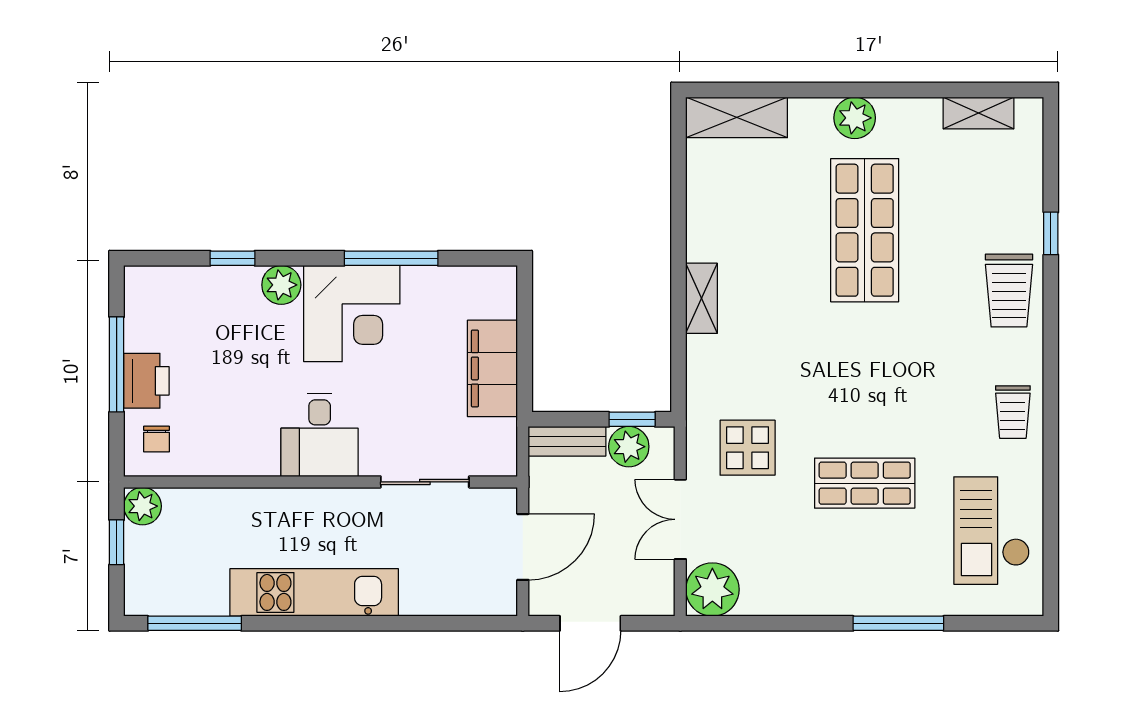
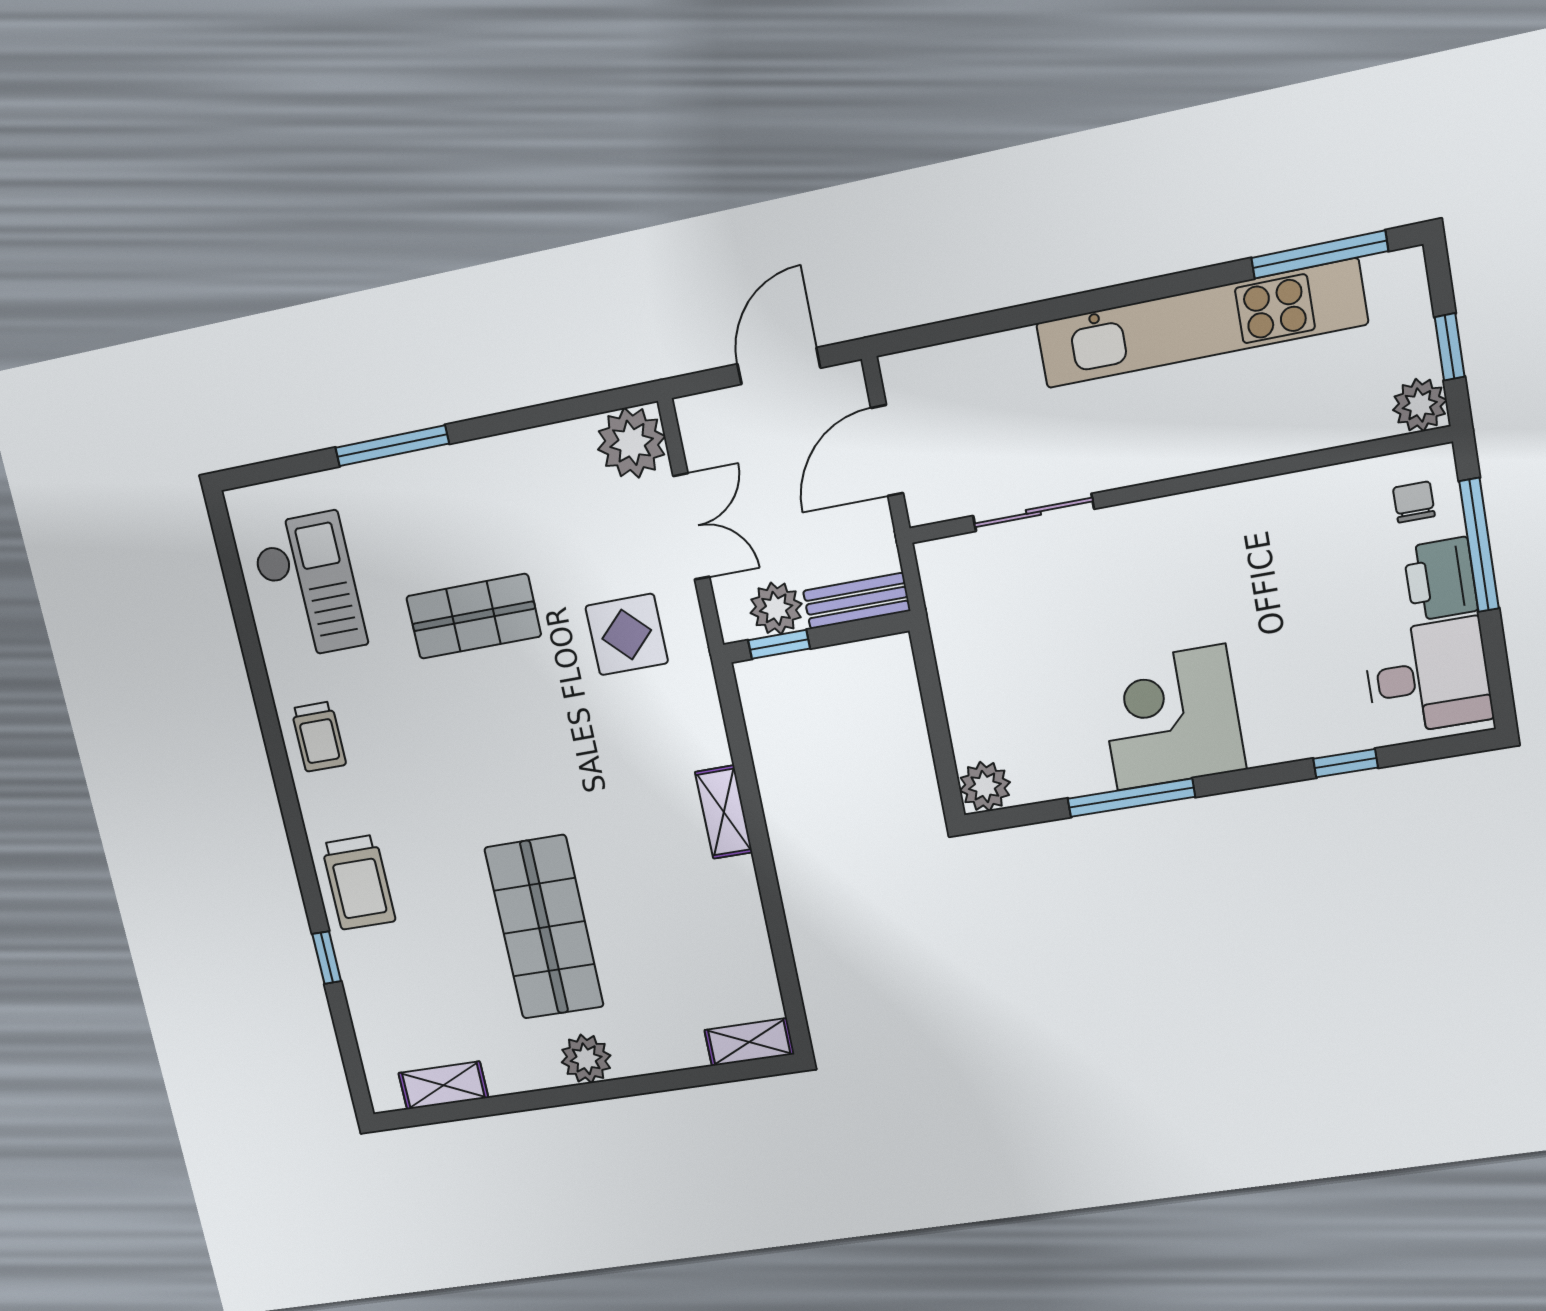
shelving: (737, 117) -> (749, 1042), width x0.67, depth x0.75
plant: (281, 285) -> (985, 786), moved
trolley: (1009, 291) -> (358, 882), turned 180
window: (117, 364) -> (1479, 545), moved
filing cabinet: (492, 368) -> (972, 678), removed
trolley: (1013, 412) -> (319, 737), turned 180
desk: (320, 435) -> (1428, 677), moved, turned 90
kitchen unit: (314, 592) -> (1200, 324), width x1.36

